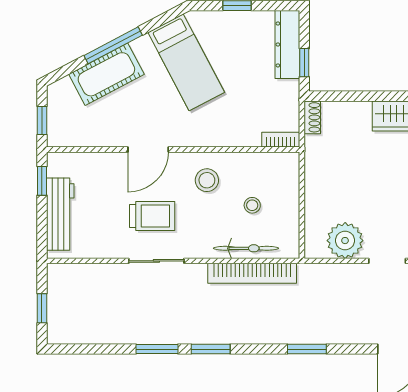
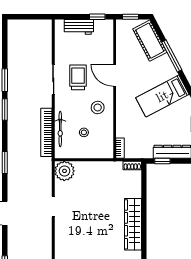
cot: (106, 74) -> (150, 41), moved
workbench: (60, 214) -> (79, 27), width x0.73
trolley: (152, 216) -> (78, 77), turned 180
plant: (345, 241) -> (64, 171), moved
window: (42, 308) -> (27, 17), removed

